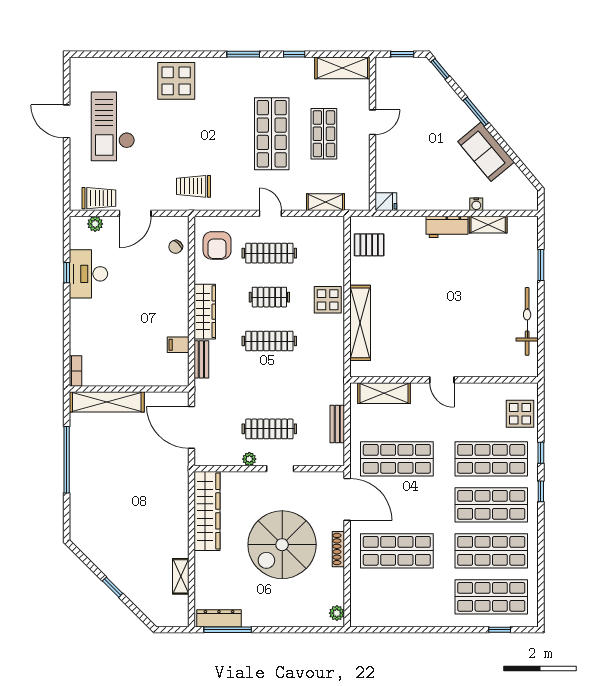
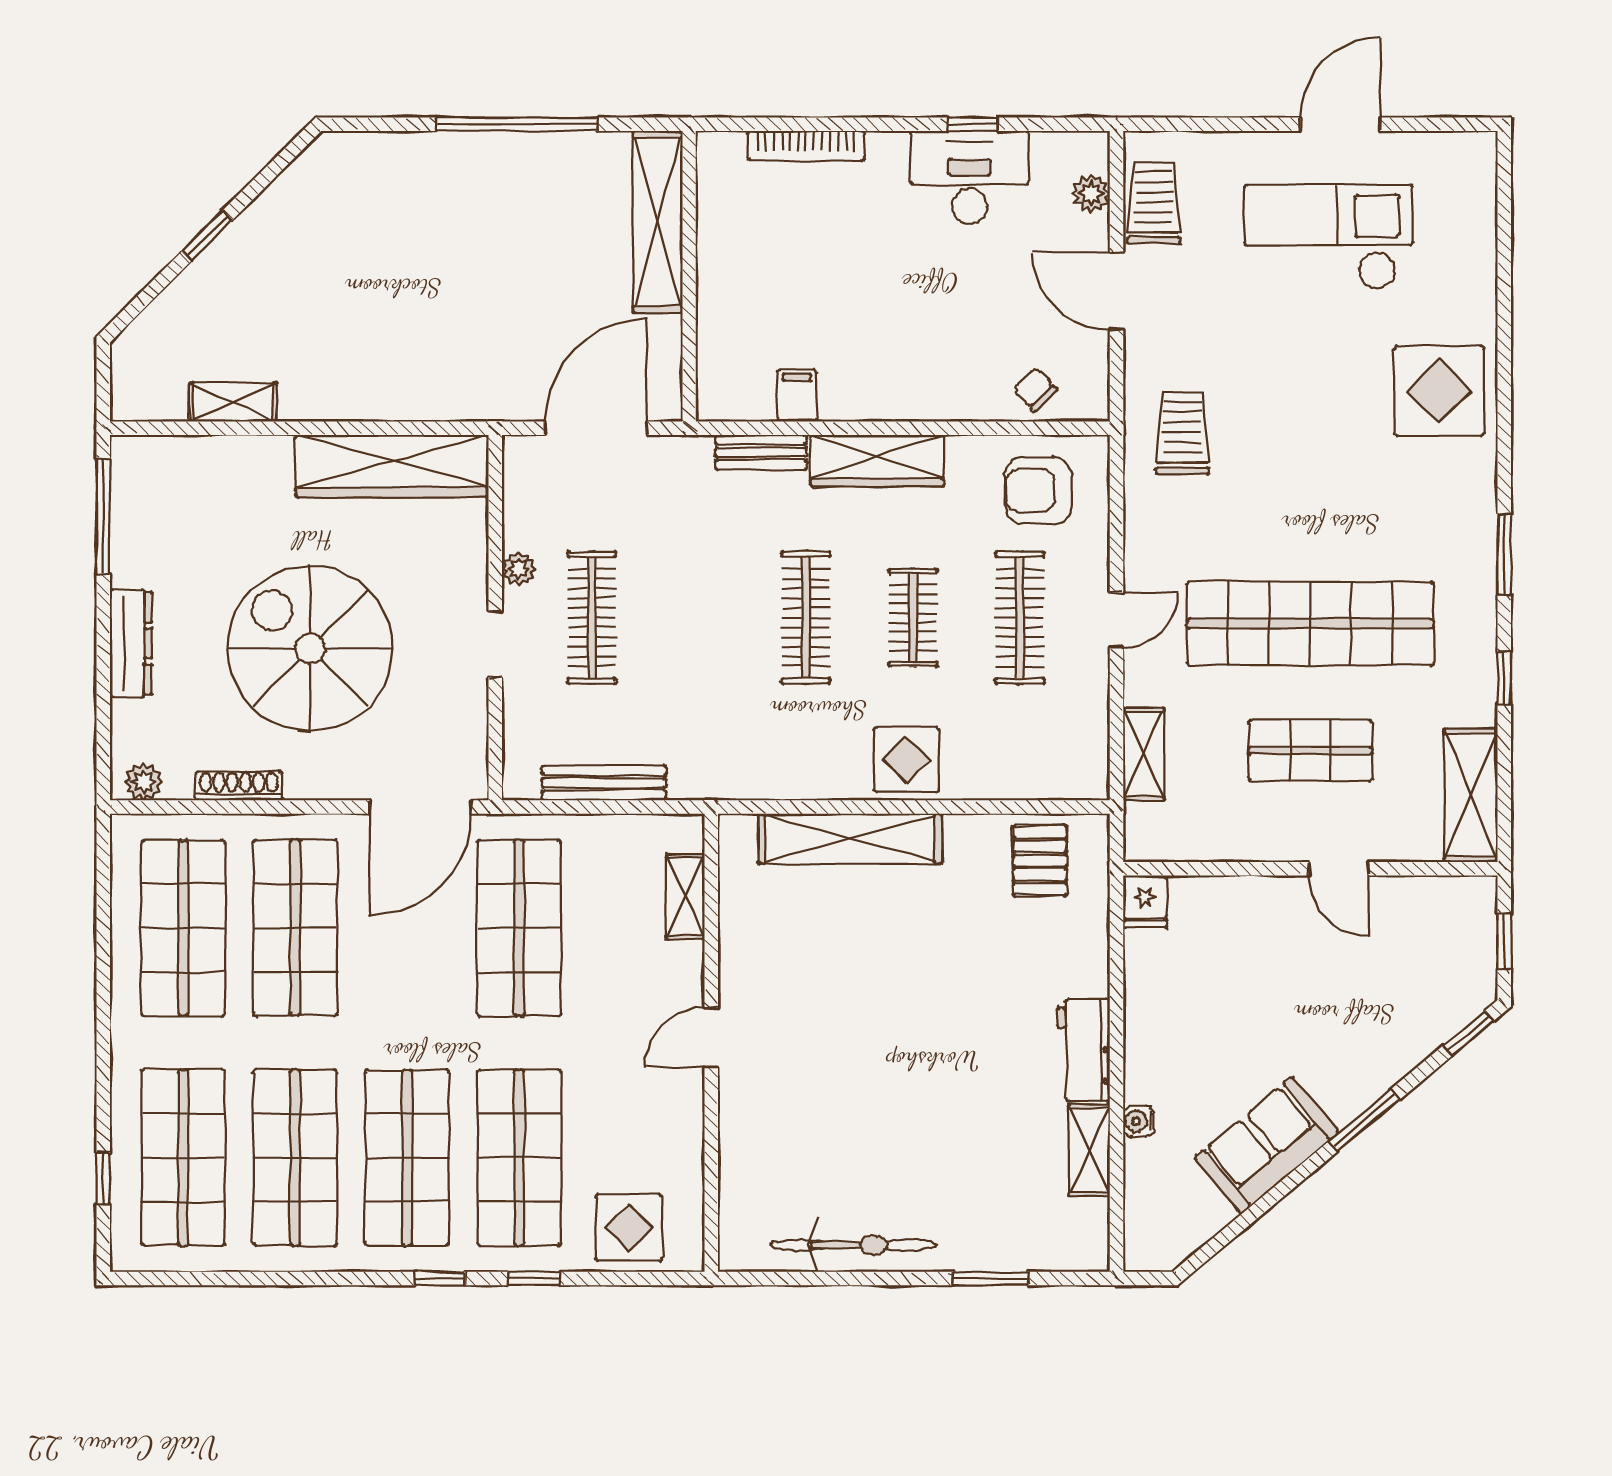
shop shelf: (272, 134) -> (1310, 623), width x1.40
trolley: (99, 198) -> (1154, 203), turned 180
bookcase: (75, 371) -> (806, 146), moved, width x1.56
shelving: (384, 393) -> (685, 897), width x0.67, depth x0.75
bench: (337, 424) -> (604, 783), width x1.36
shoe rack: (338, 549) -> (239, 786), moved
shop shelf: (397, 597) -> (183, 928), added
dresser: (219, 618) -> (131, 643), moved

